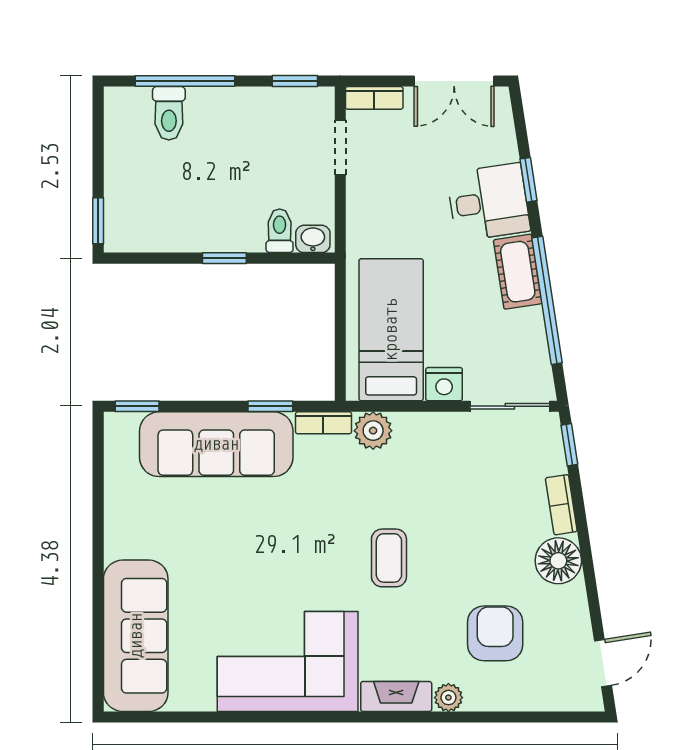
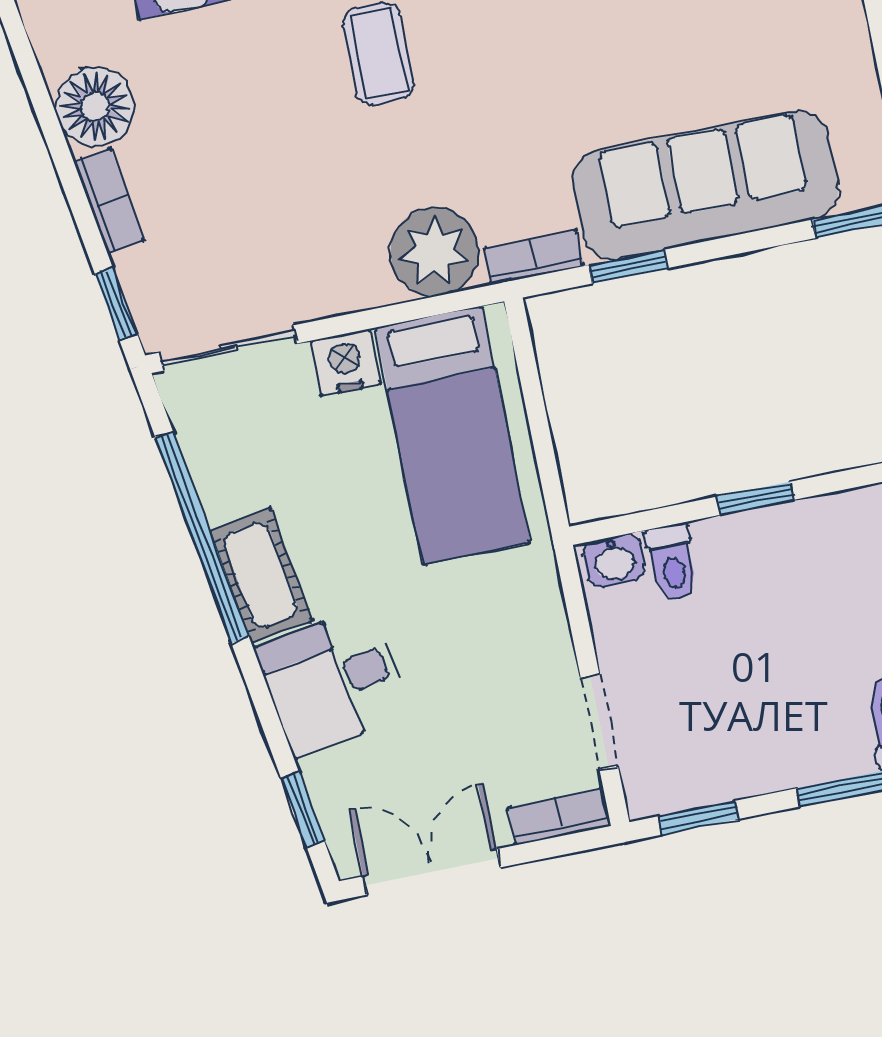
window: (528, 180) -> (303, 810), moved
plant: (373, 431) -> (435, 252), width x1.36, depth x1.36

